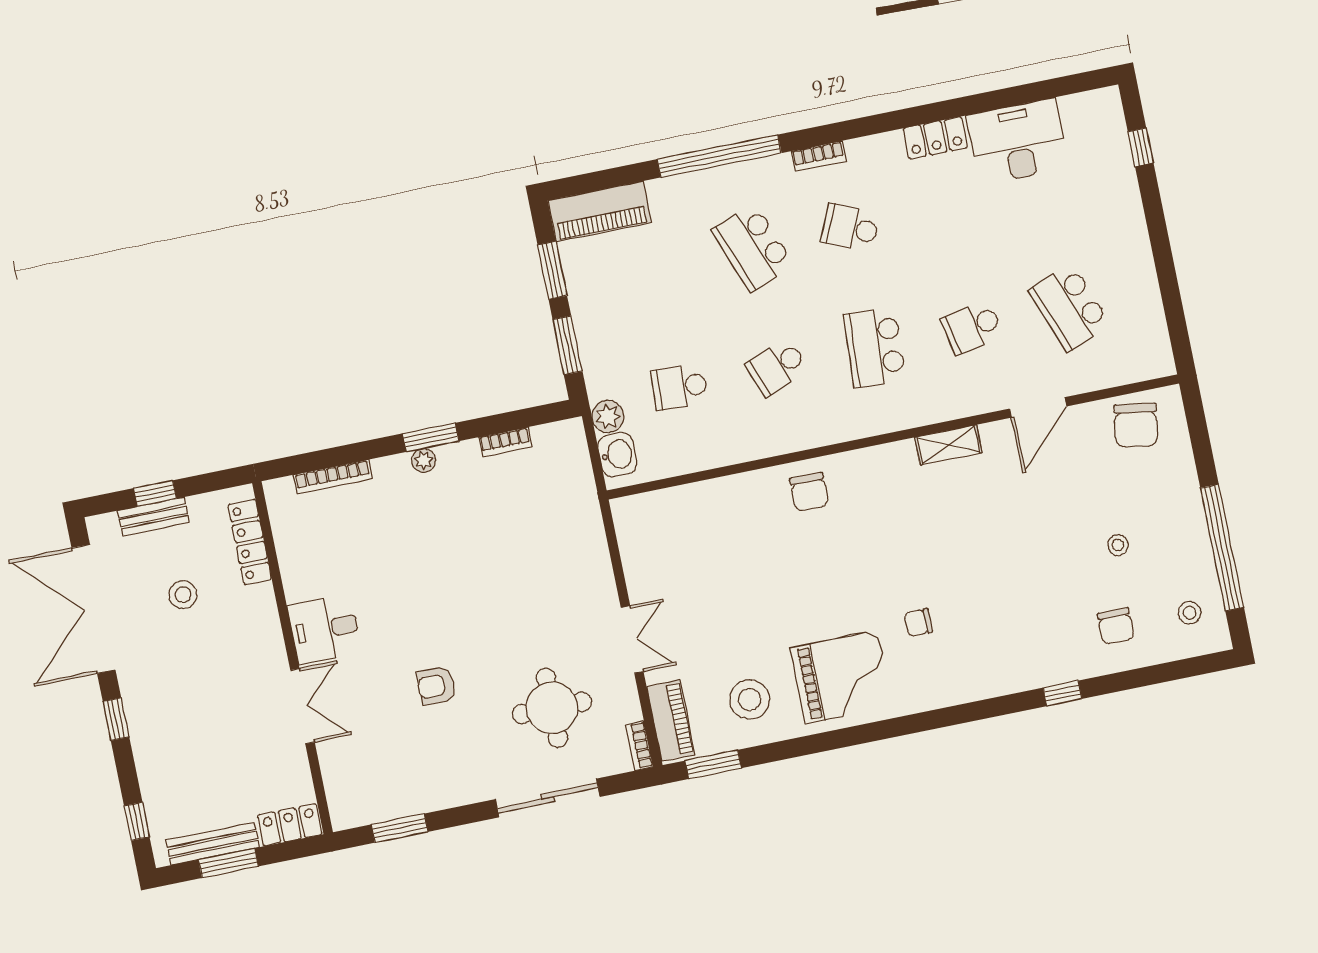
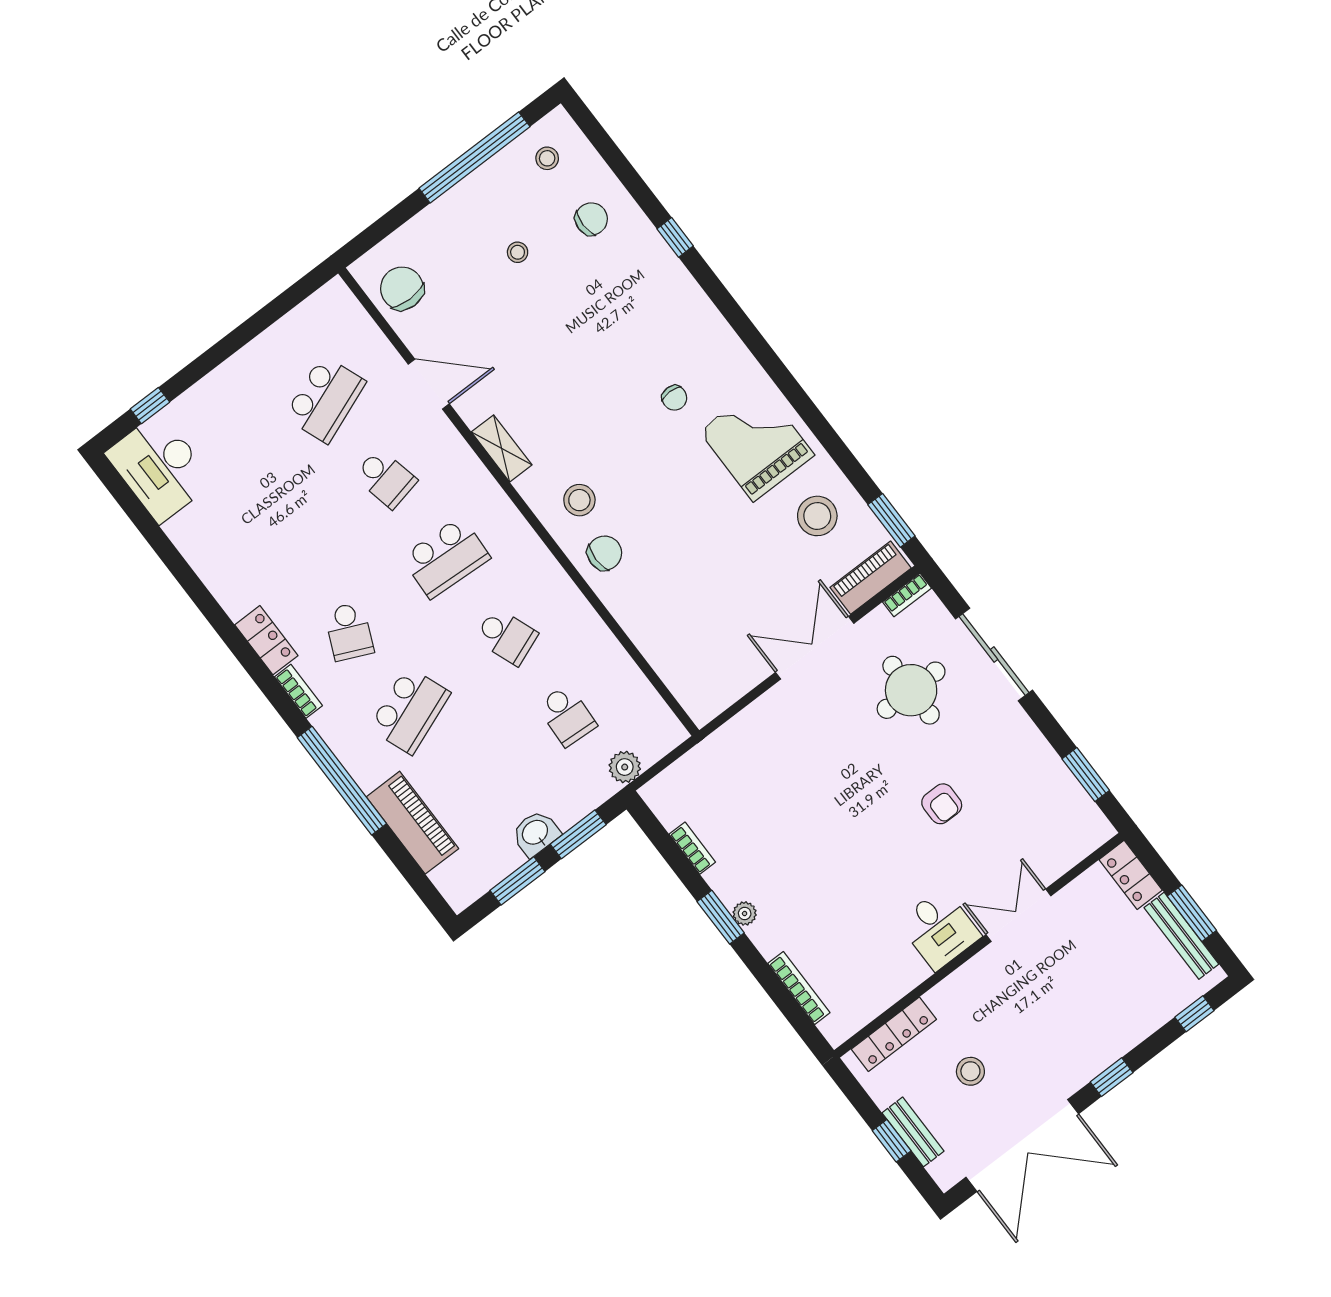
locker: (935, 138) -> (266, 640), moved
desk: (1018, 142) -> (160, 468), moved
piano: (600, 212) -> (412, 823), moved
chair: (1136, 425) -> (402, 288), turned -99
washbasin: (617, 455) -> (536, 833), moved
stool: (868, 492) -> (579, 500), added
double door: (632, 640) -> (815, 648), width x1.37

